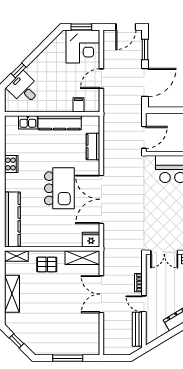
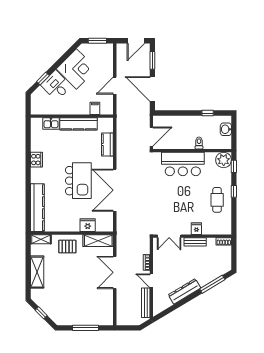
corner desk: (83, 46) -> (76, 69), moved, turned -45
door: (145, 83) -> (152, 89), swing flipped
desk: (24, 88) -> (56, 86), moved
fridge: (91, 240) -> (88, 225), moved

